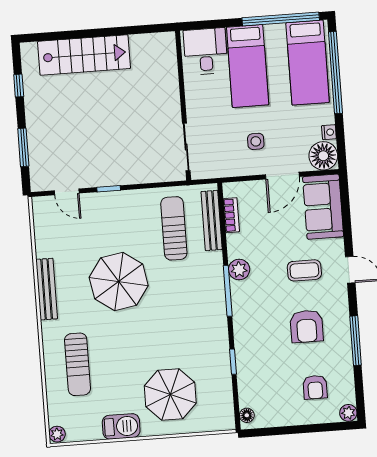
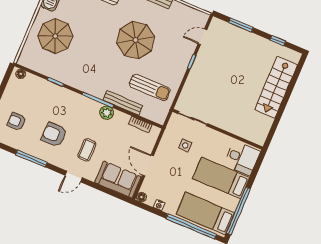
side table: (256, 141) -> (185, 145), moved
floor lamp: (323, 156) -> (141, 197), width x0.53, depth x0.53
bench: (212, 220) -> (123, 103), moved

